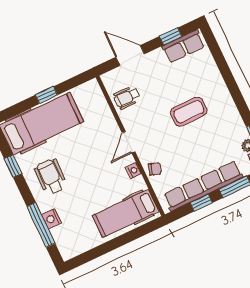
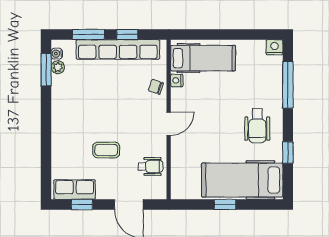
coffee table: (189, 112) -> (106, 150), moved, width x0.73, depth x0.77
nightstand: (133, 171) -> (177, 80), moved
nightstand: (51, 219) -> (274, 47), moved, turned -90

